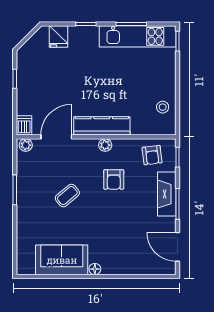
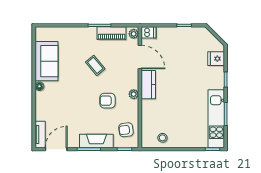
kitchen counter: (102, 126) -> (148, 85), width x0.67
piano: (25, 174) -> (112, 33), added
tv unit: (158, 268) -> (40, 135), added

